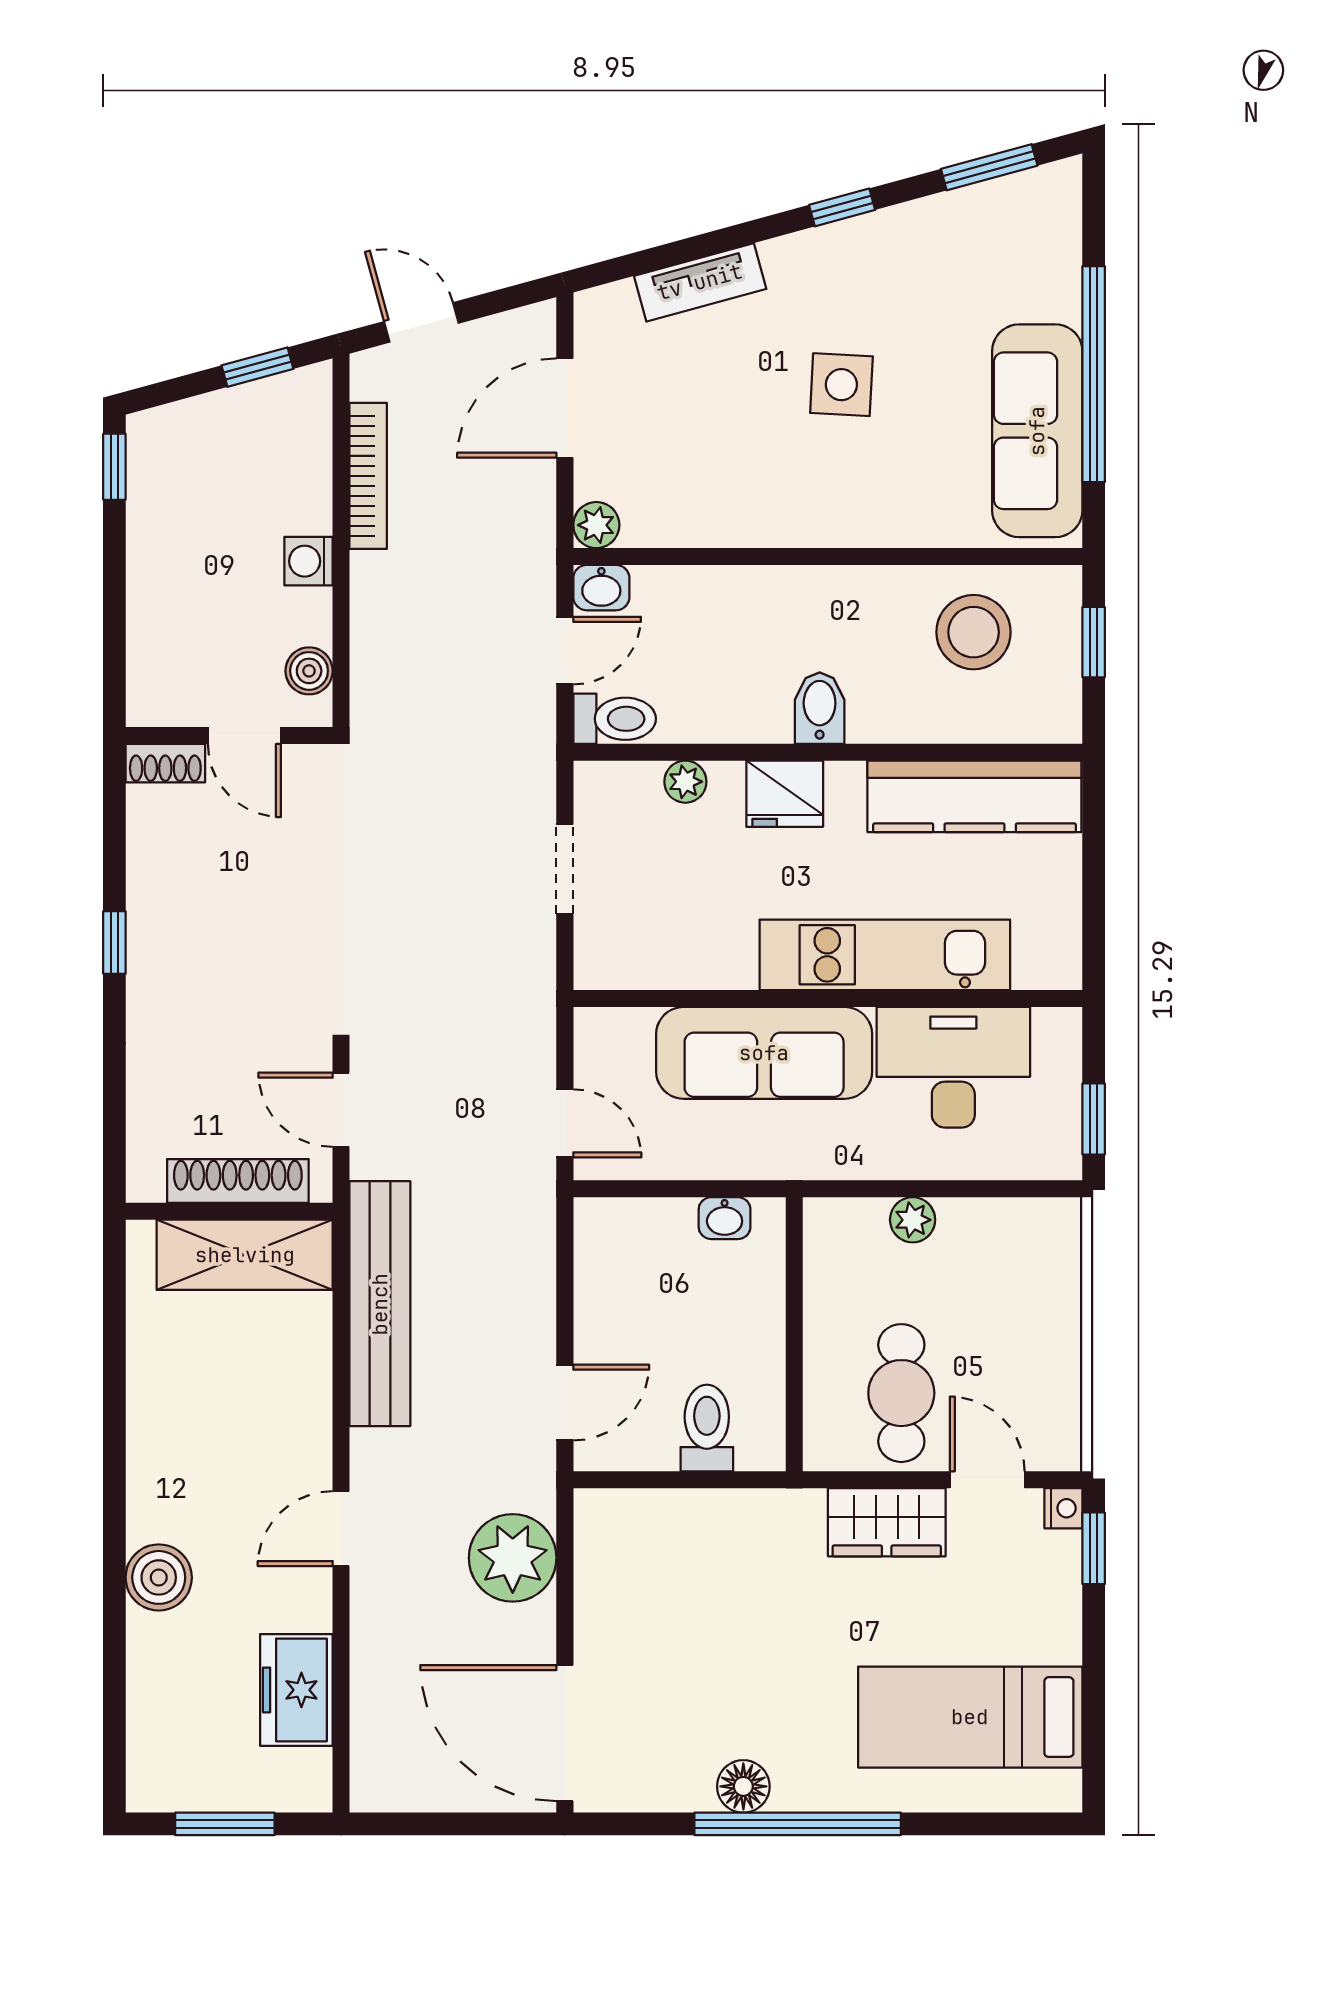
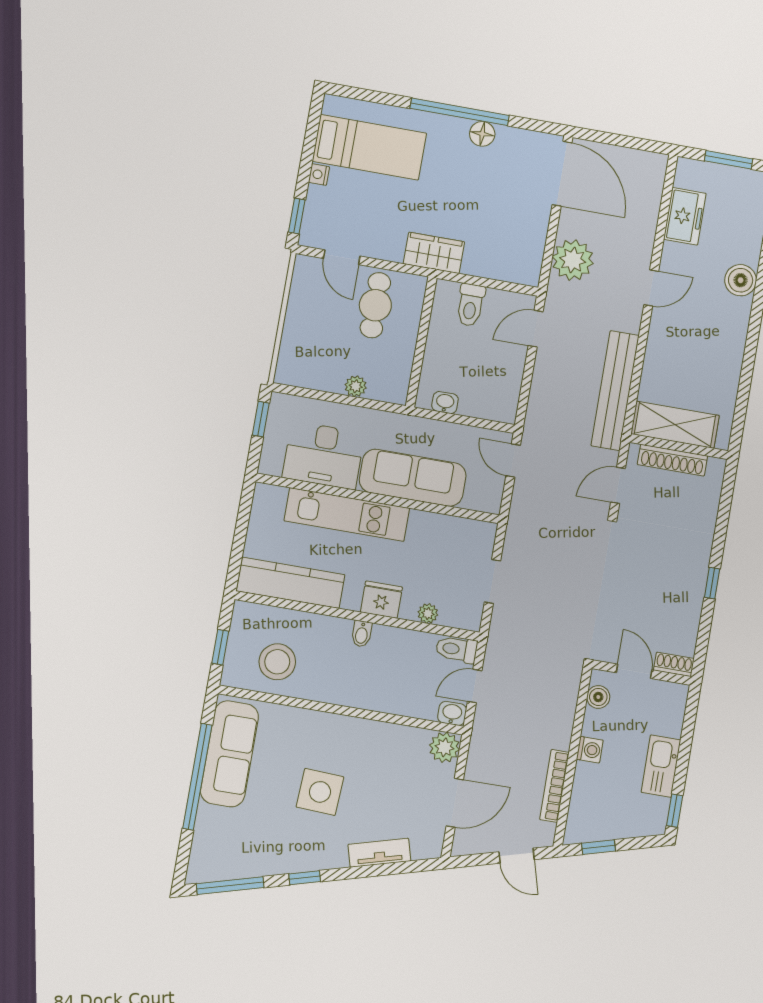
window: (989, 167) -> (230, 886), width x1.44
side table: (841, 385) -> (320, 792), width x1.37, depth x1.37
plant: (596, 525) -> (445, 747), width x1.38, depth x1.38
kitchen sink: (157, 552) -> (661, 766), added
bidet: (820, 708) -> (362, 634), width x0.72, depth x0.74
door: (341, 1110) -> (618, 485), swing flipped
nightstand: (1063, 1508) -> (319, 175), moved
wardrobe: (887, 1522) -> (434, 253), moved

